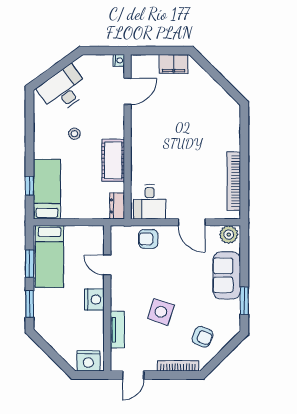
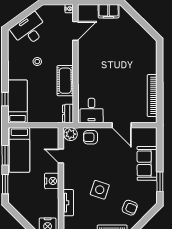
plant: (229, 235) -> (71, 134), moved

